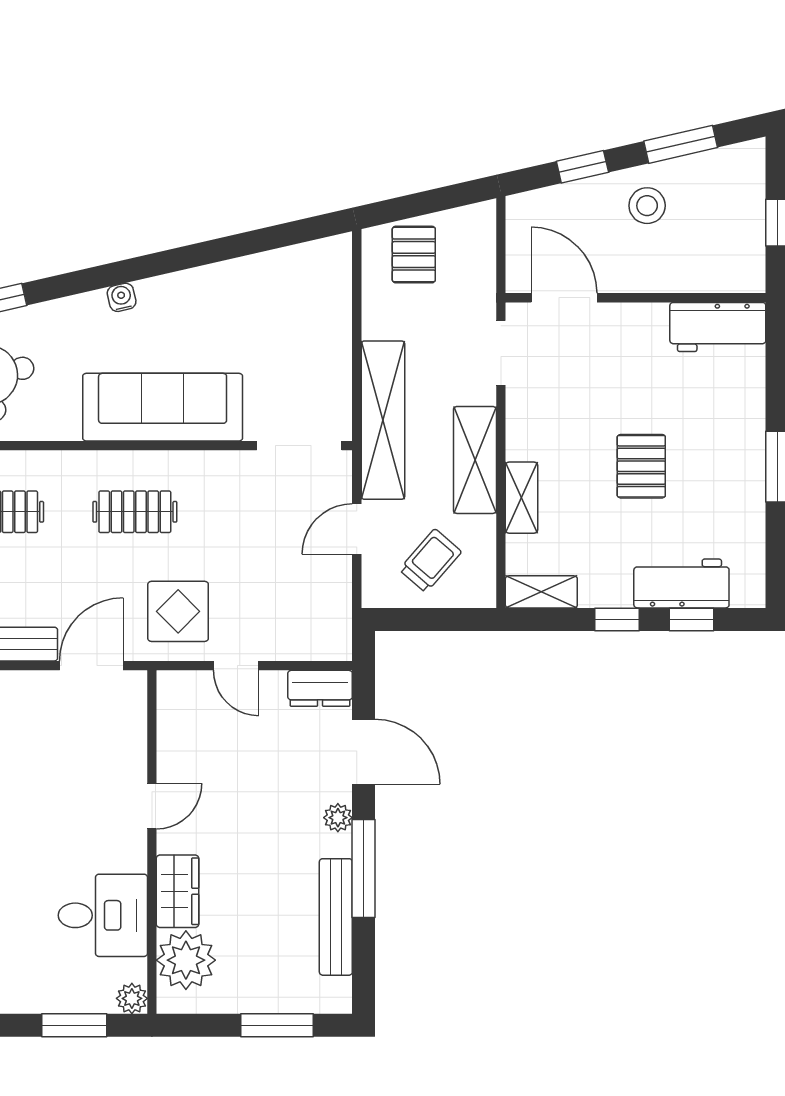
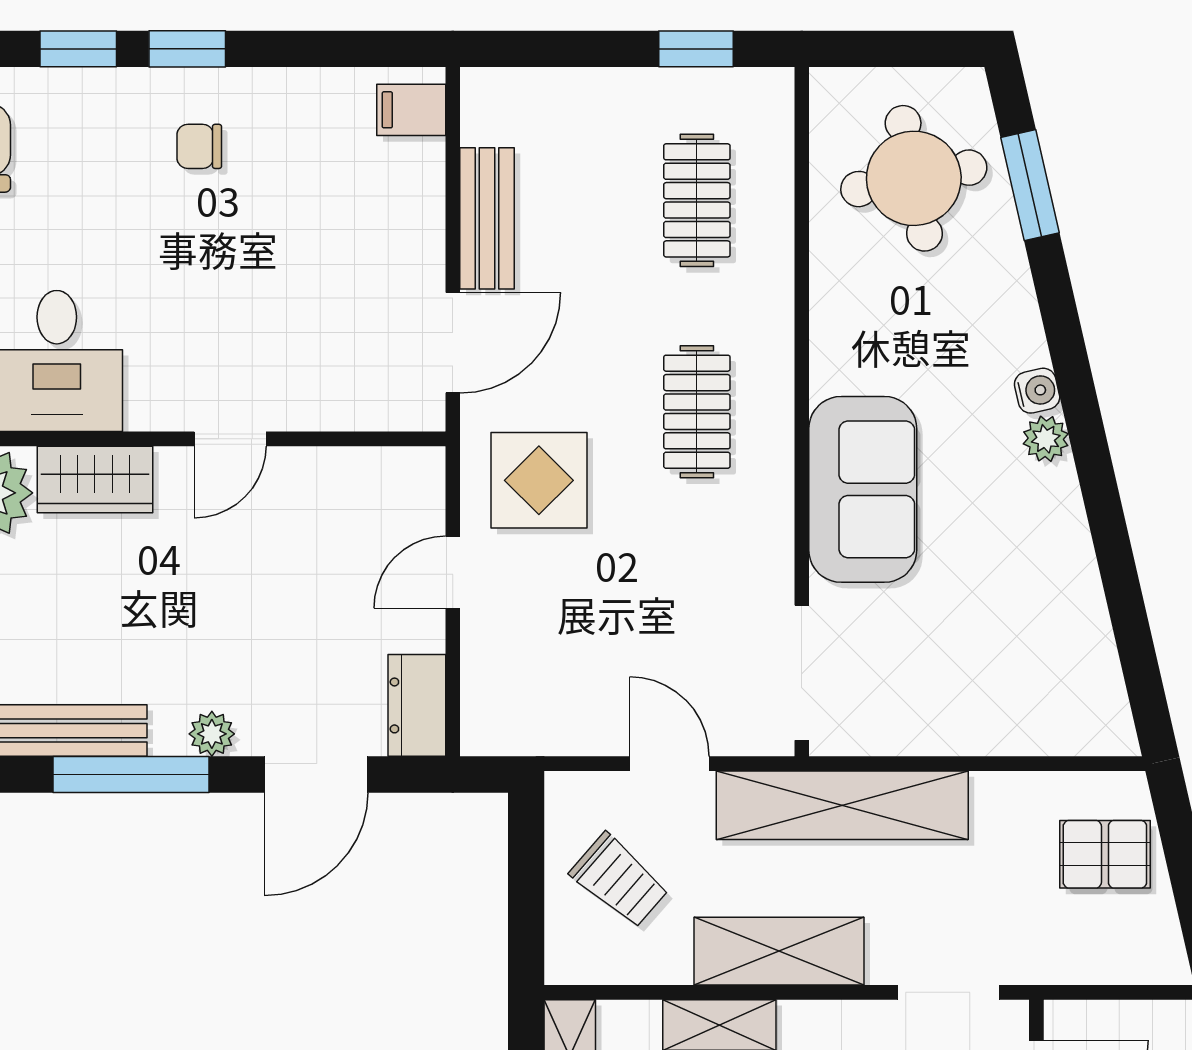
plant: (152, 292) -> (1046, 439), added
sofa: (163, 407) -> (863, 489), width x0.73
door: (91, 666) -> (453, 343), hinge flipped
door: (152, 806) -> (230, 439), hinge flipped

